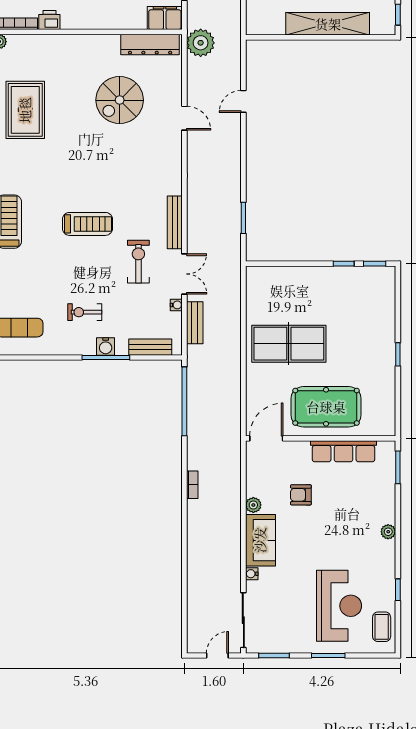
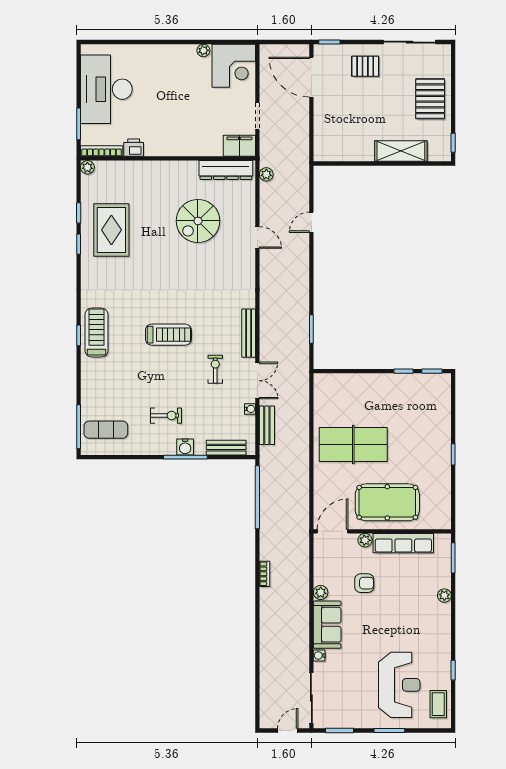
shelving: (328, 24) -> (401, 151), width x0.68
plant: (201, 43) -> (266, 174), width x0.53, depth x0.53
exercise bike: (138, 262) -> (215, 369), width x0.73, depth x0.72
exercise bike: (85, 312) -> (166, 416), turned 180
plant: (302, 448) -> (365, 540), added
armchair: (301, 495) -> (364, 583), turned 180
plant: (388, 532) -> (444, 596), moved

